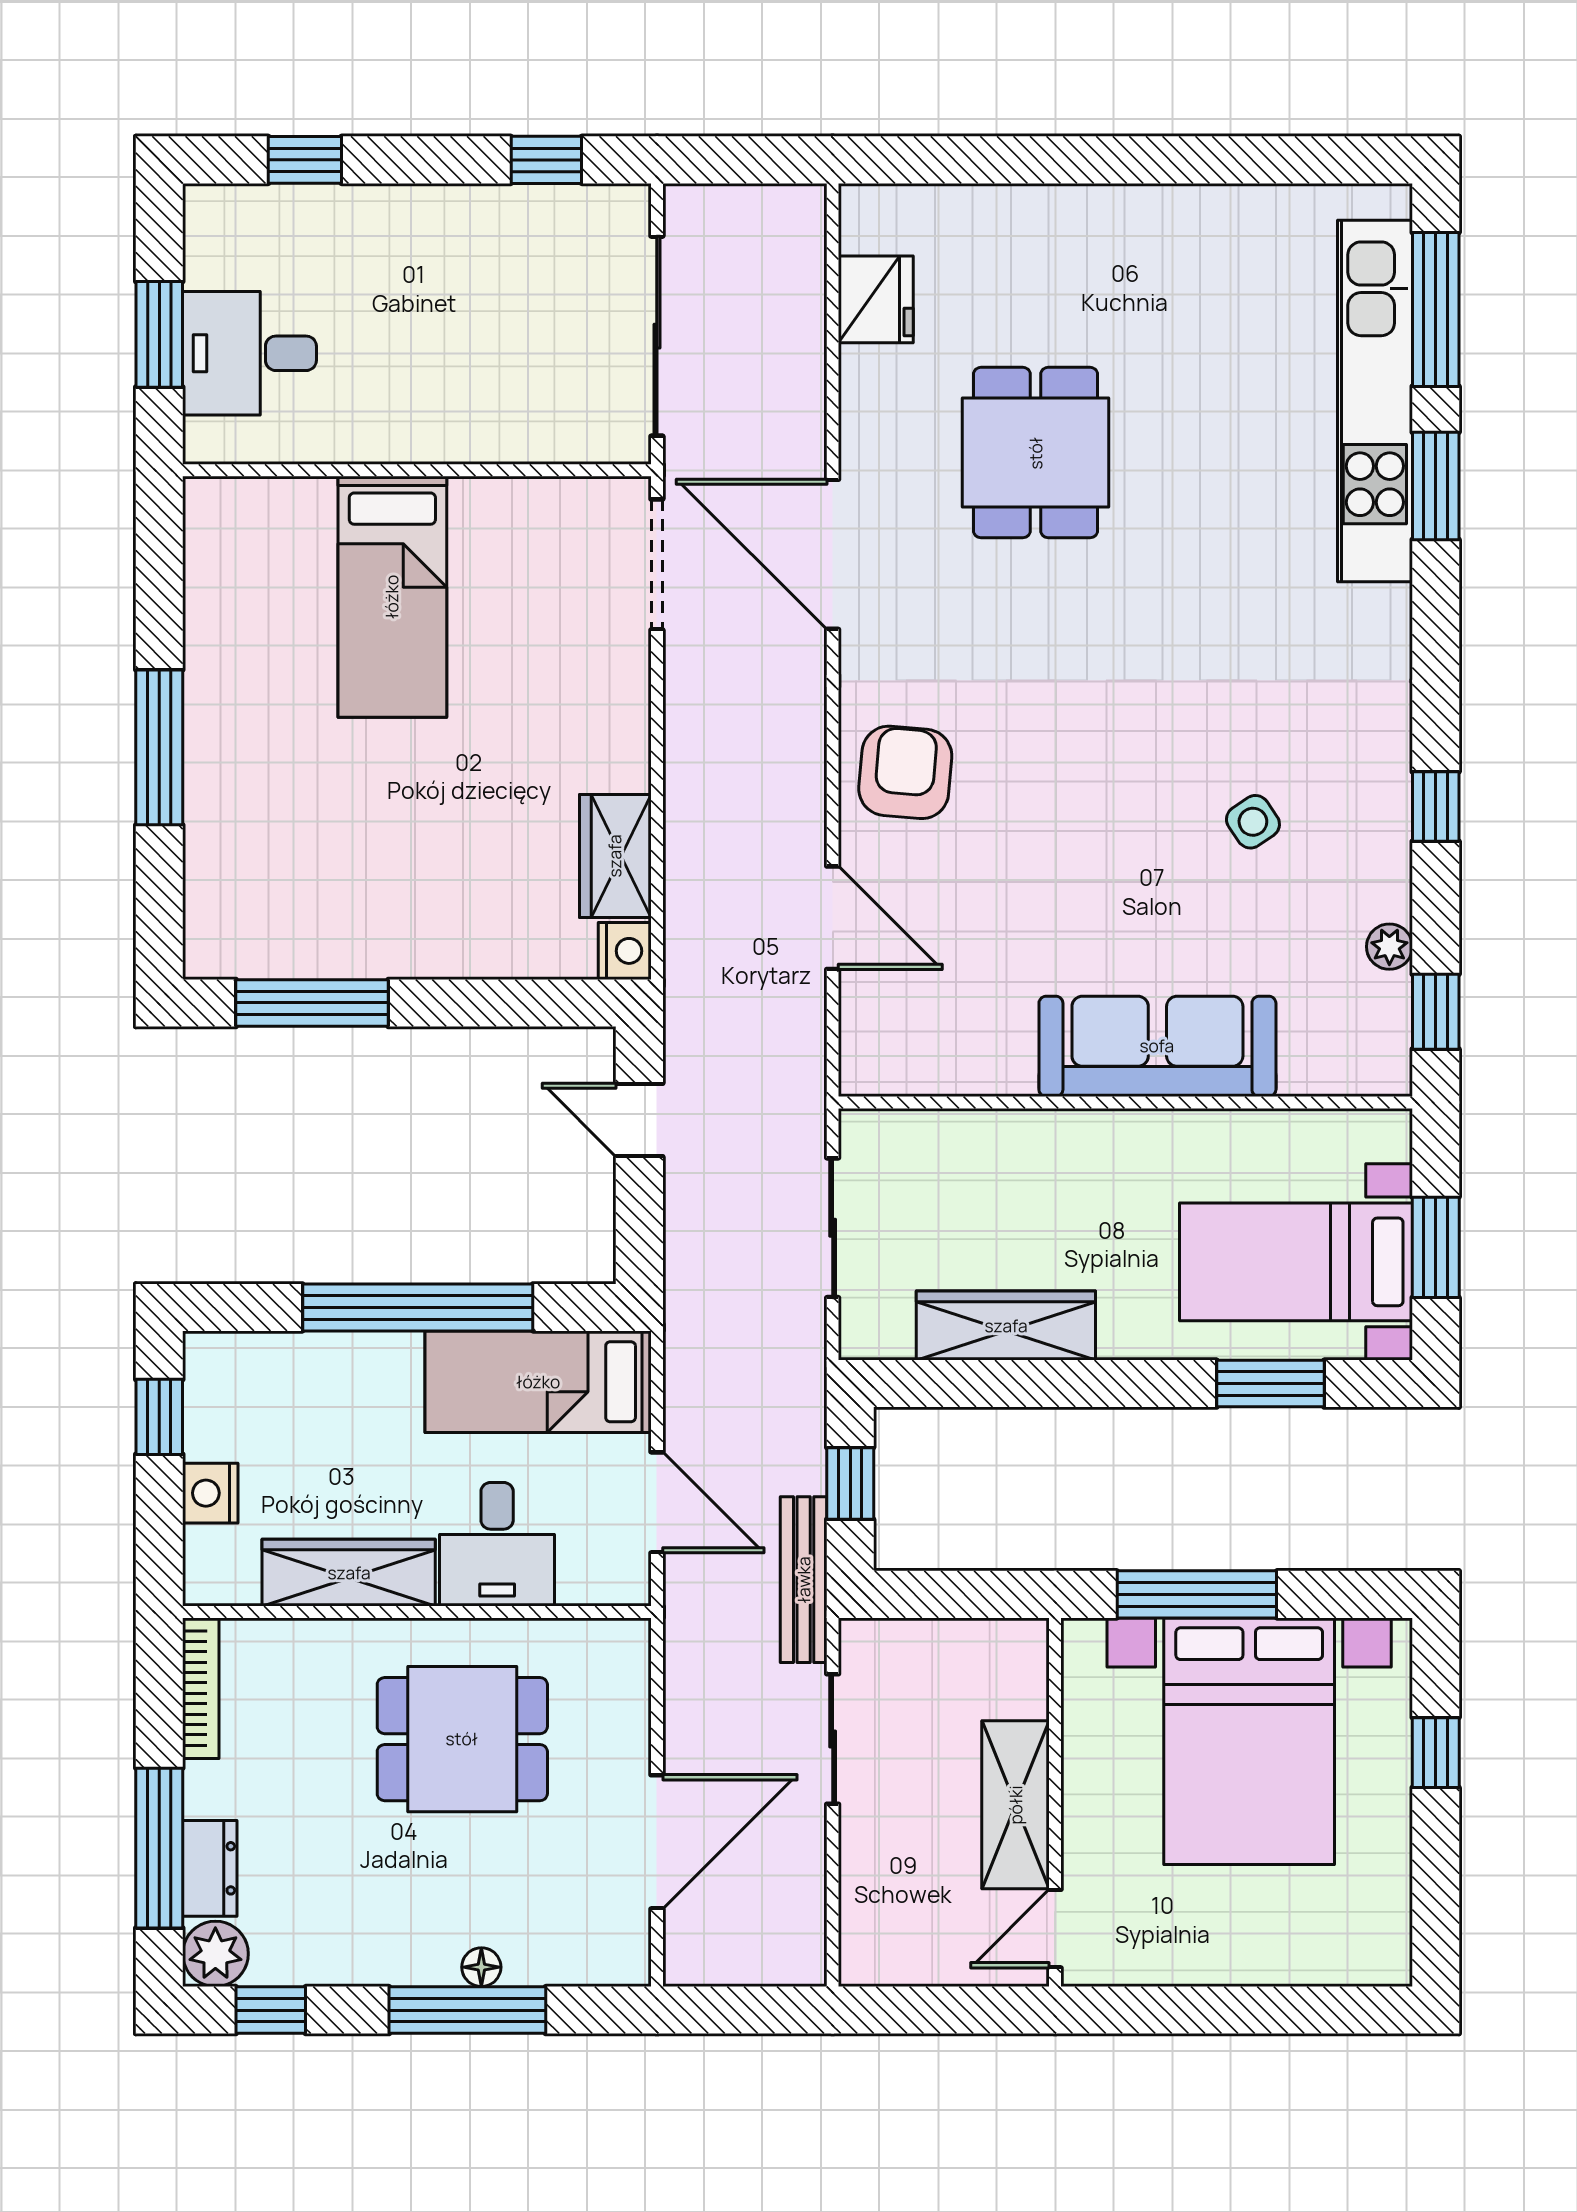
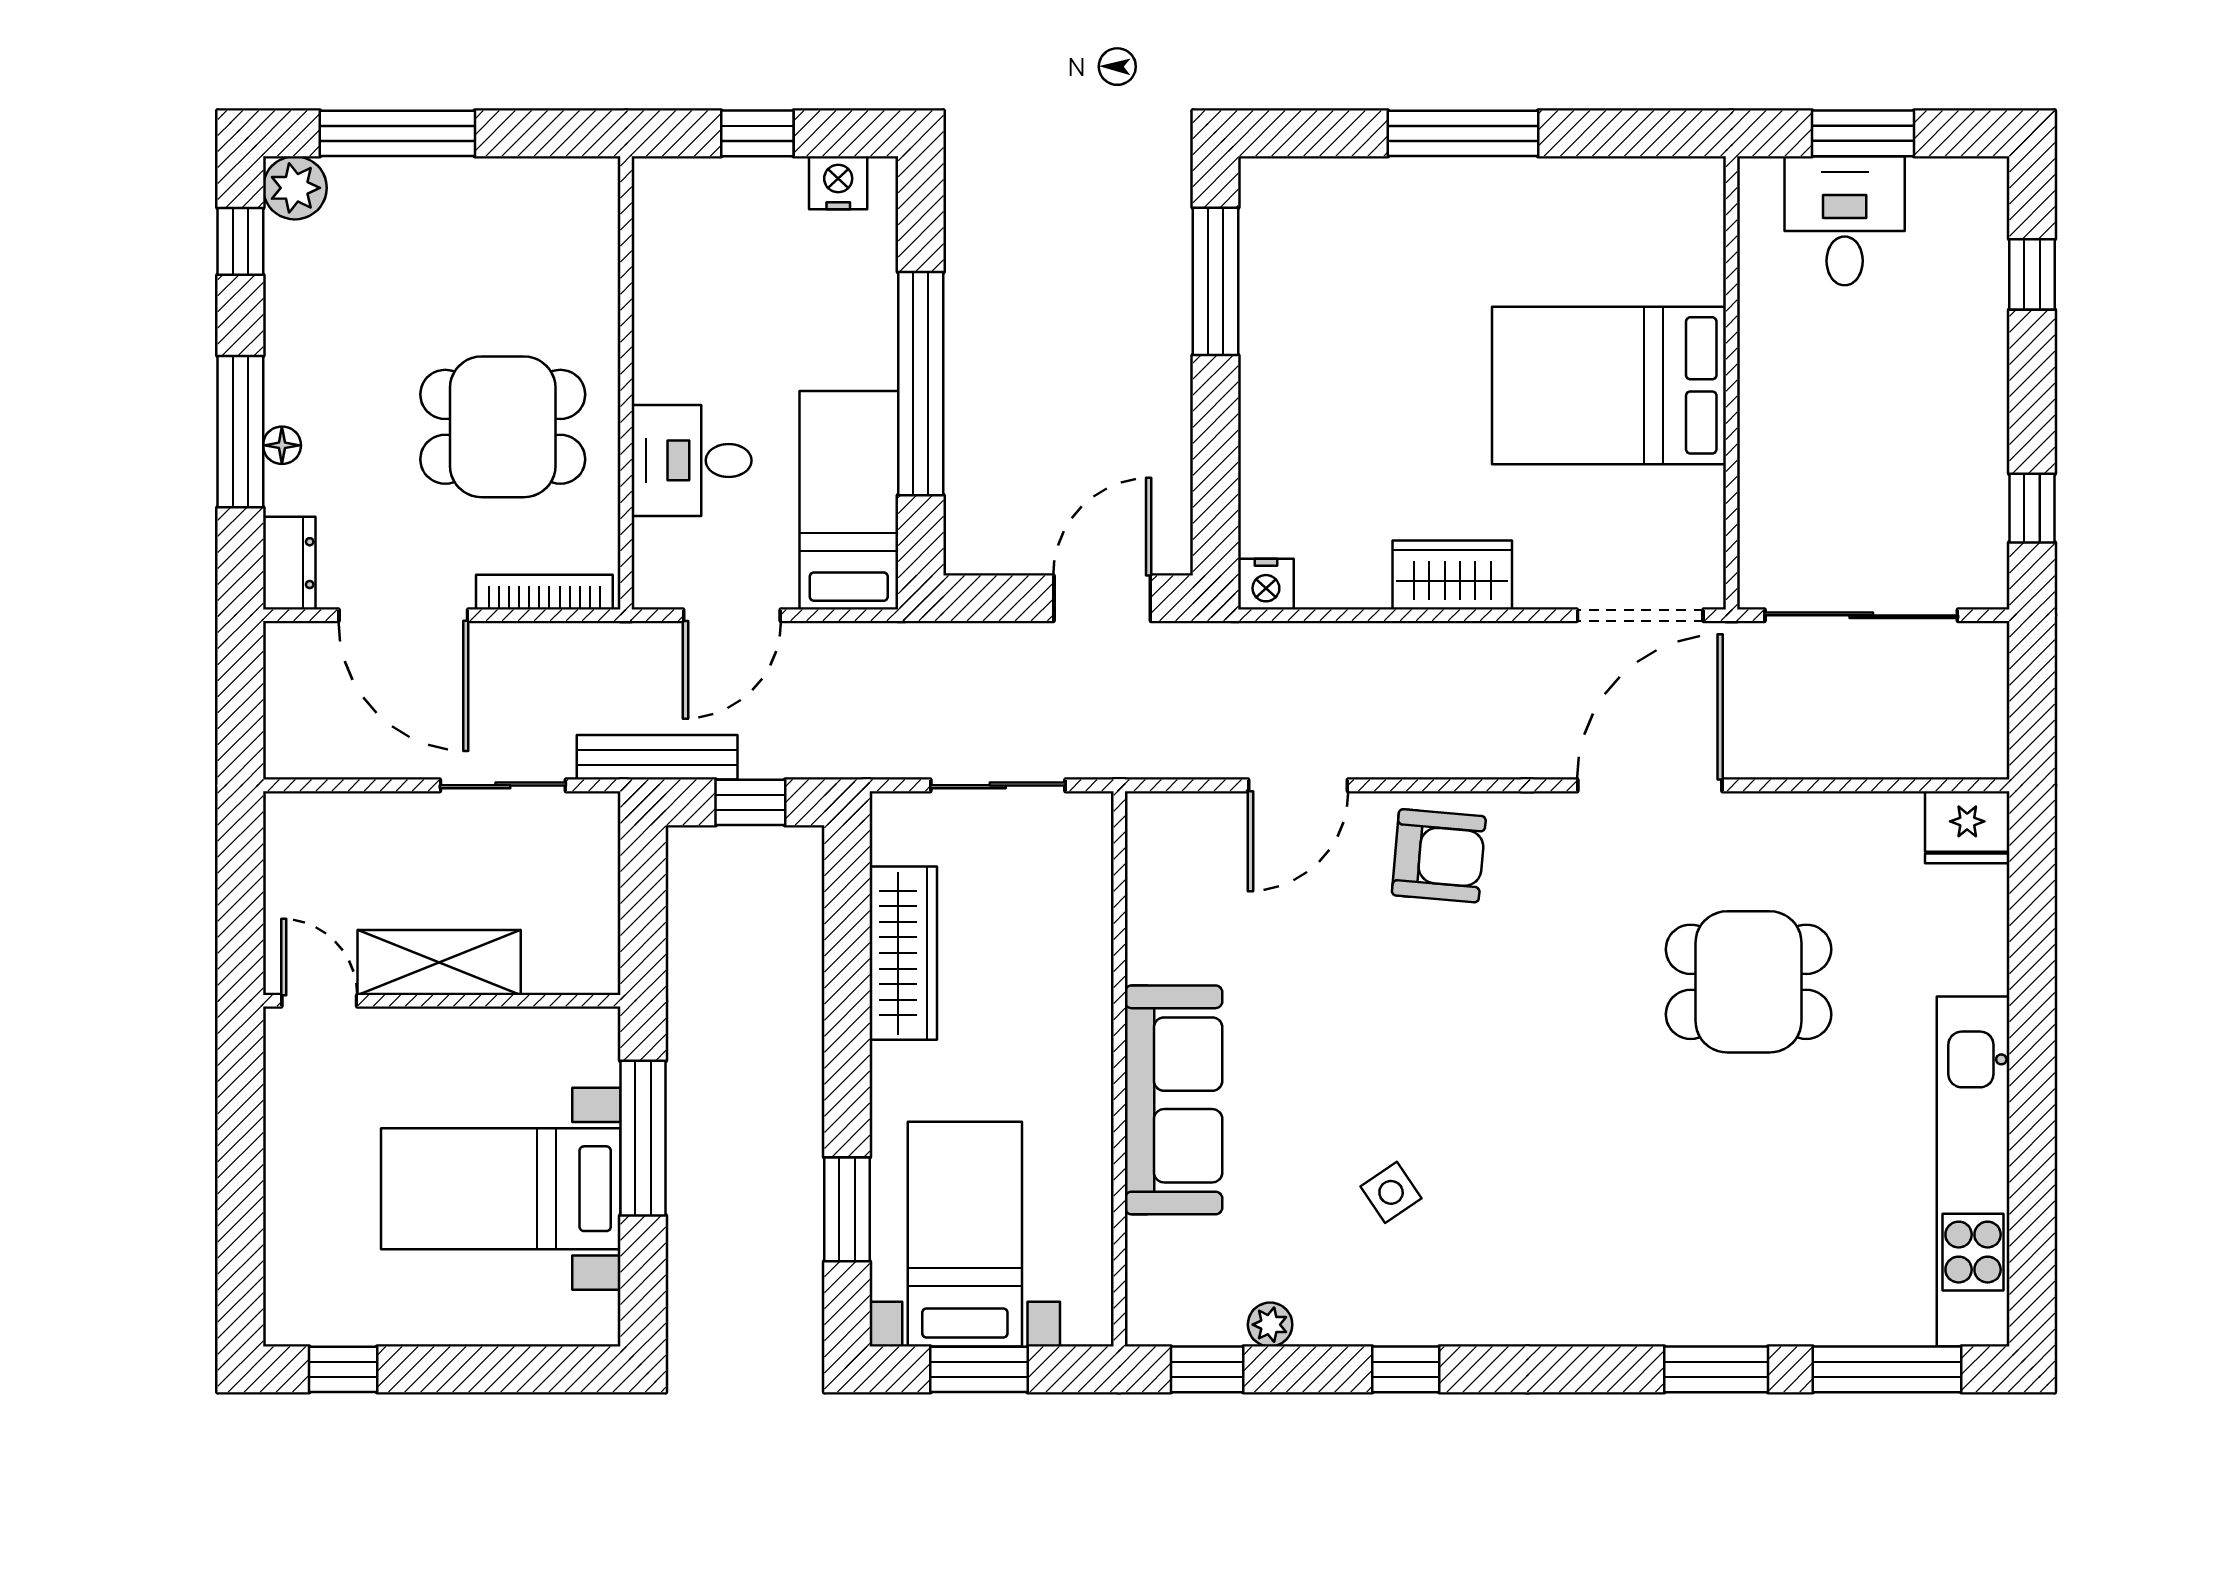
fridge: (876, 299) -> (1967, 827), moved
kitchen unit: (1375, 401) -> (1973, 1172), moved, turned -90
bed: (392, 597) -> (1609, 385), width x1.50
wardrobe: (615, 856) -> (1452, 575), moved
door: (639, 1120) -> (1102, 598), width x1.38
window: (159, 1417) -> (757, 133), moved
nightstand: (210, 1493) -> (838, 183), moved
wardrobe: (349, 1573) -> (664, 317), removed
bookcase: (201, 1688) -> (544, 592), moved, turned 180
dining table: (462, 1739) -> (503, 427), turned 90
bed with nightstands: (1249, 1741) -> (501, 1189), width x0.73
window: (1436, 1753) -> (343, 1369), moved
dresser: (210, 1868) -> (289, 563), moved, turned -90

